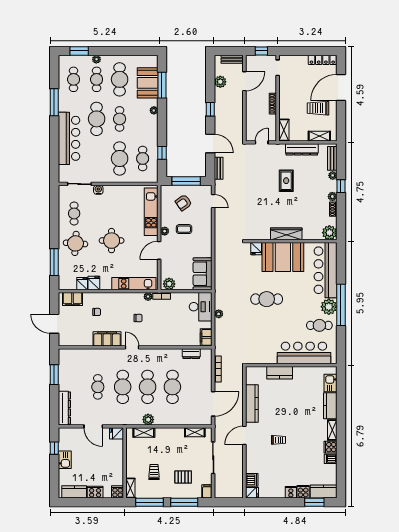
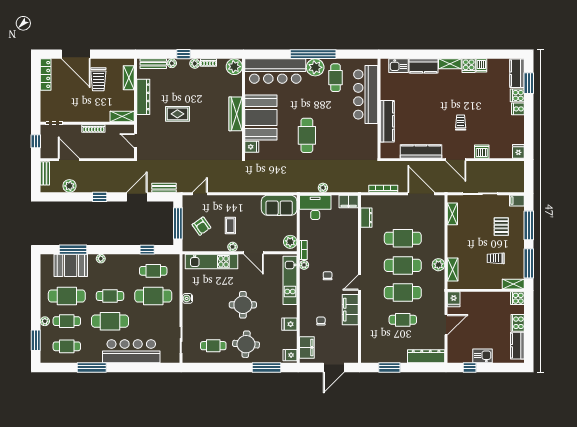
water cooler: (98, 190) -> (187, 298), moved
fridge: (82, 284) -> (290, 355), moved
kitchen counter: (280, 373) -> (387, 121), width x1.50
dishwasher: (252, 480) -> (482, 152), moved

